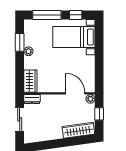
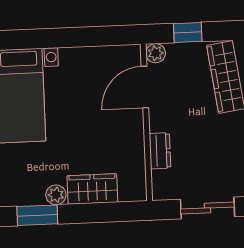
wardrobe: (30, 81) -> (92, 189), moved
dresser: (32, 99) -> (160, 151), moved

